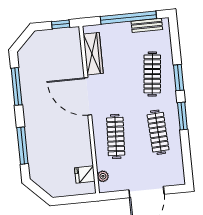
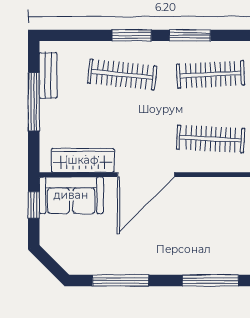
window: (128, 18) -> (34, 102), width x0.68
sofa: (69, 48) -> (71, 195), added

